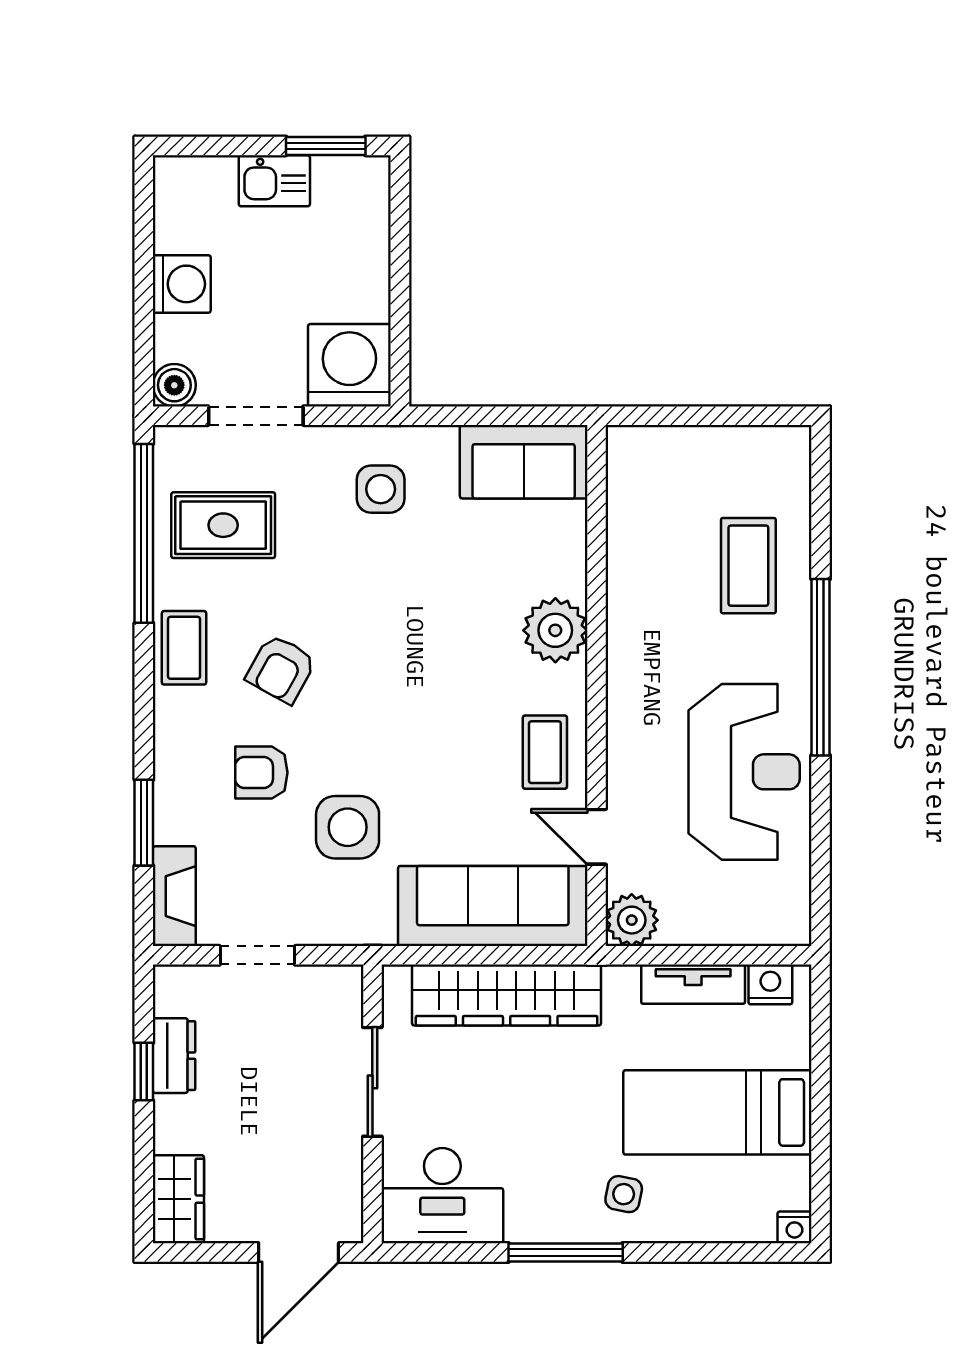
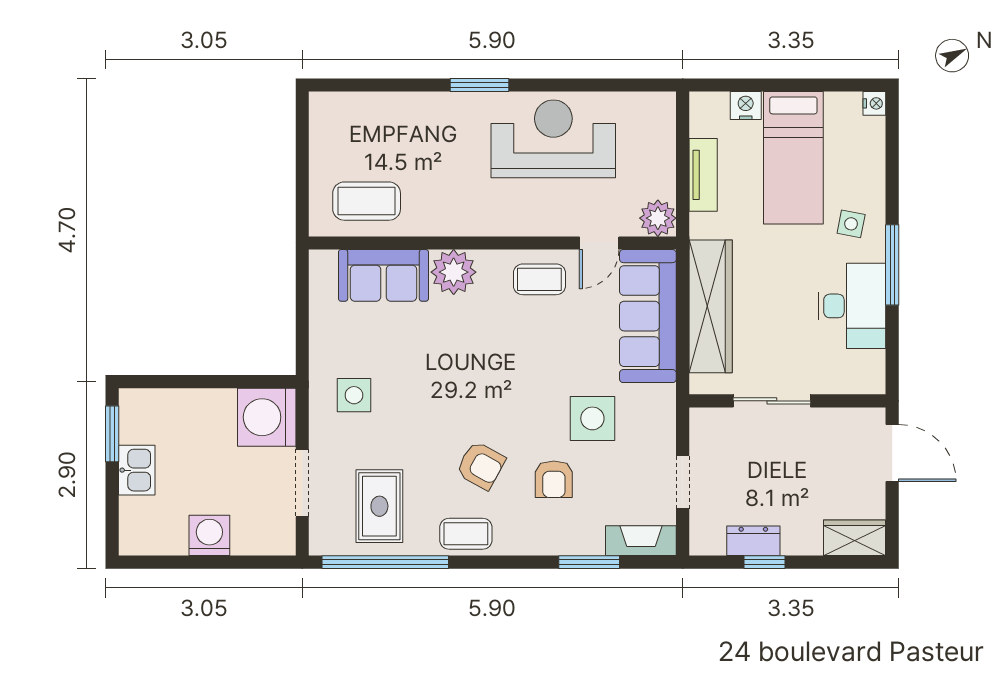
boiler: (174, 385) -> (281, 541), removed
sofa: (524, 462) -> (383, 275), moved, turned 90
coffee table: (748, 566) -> (367, 201), moved
window: (821, 667) -> (480, 85), width x0.47
nightstand: (770, 984) -> (746, 106), moved, turned 90
desk: (442, 1196) -> (852, 306), moved

